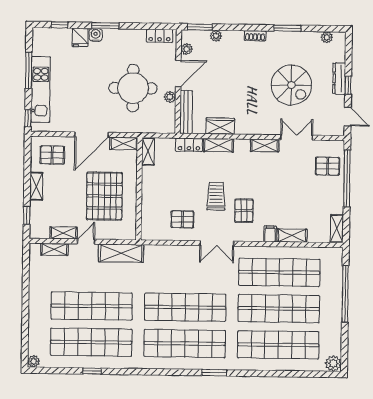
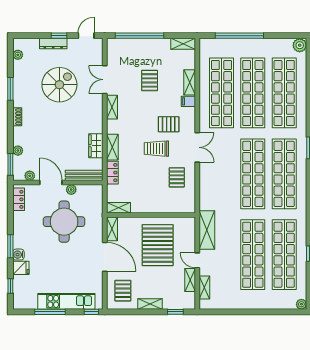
pallet: (328, 166) -> (150, 80), moved
pallet: (104, 196) -> (158, 245), turned 90

